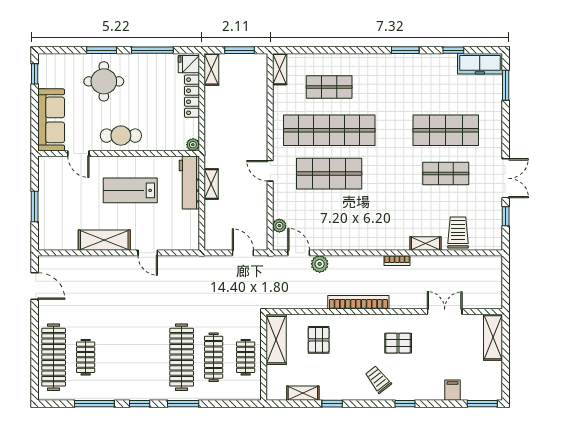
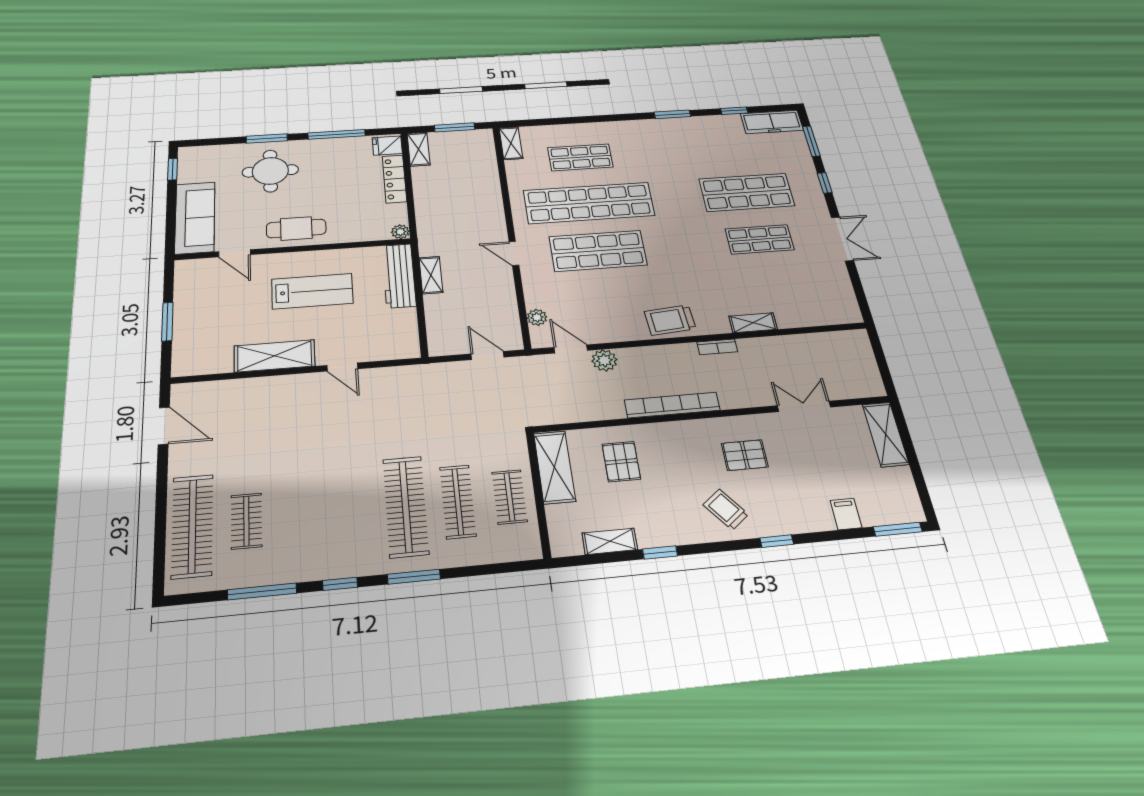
lab bench: (130, 190) -> (312, 291), turned 180
window: (506, 216) -> (825, 183), moved
trolley: (458, 232) -> (670, 320), moved, turned -95

